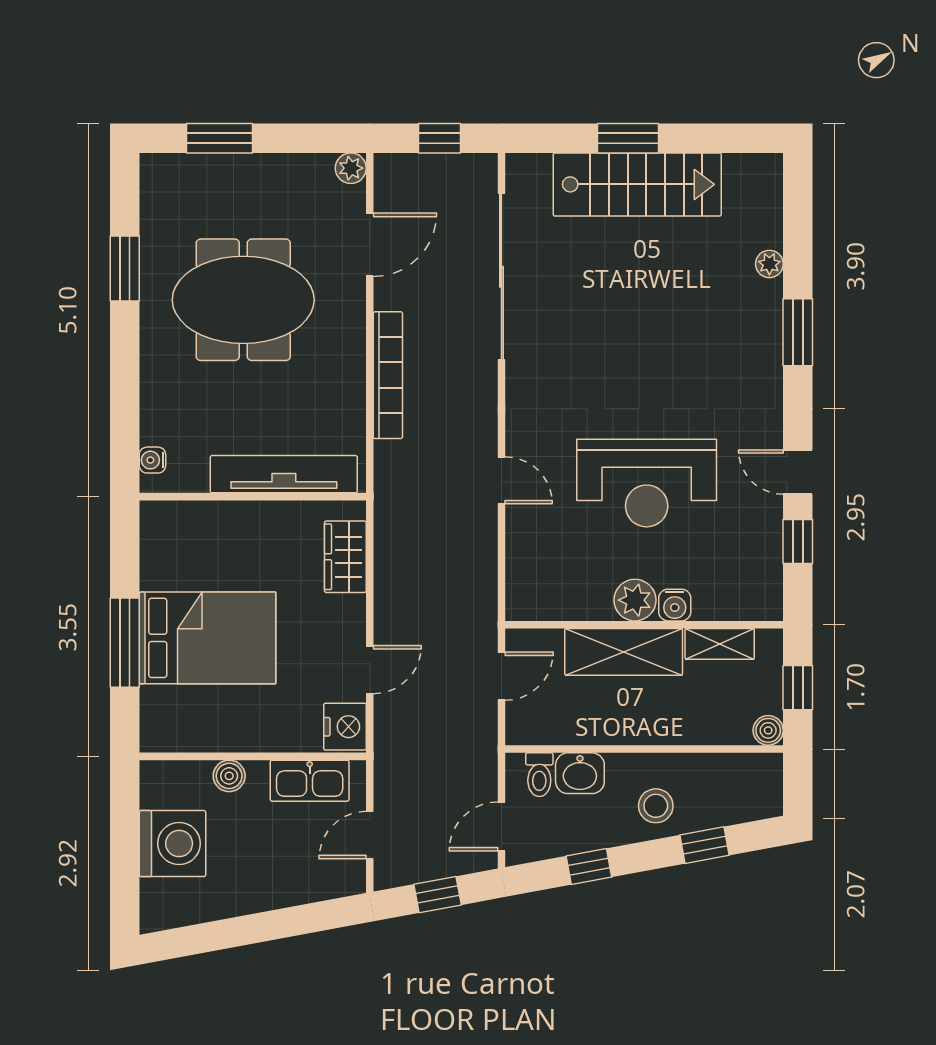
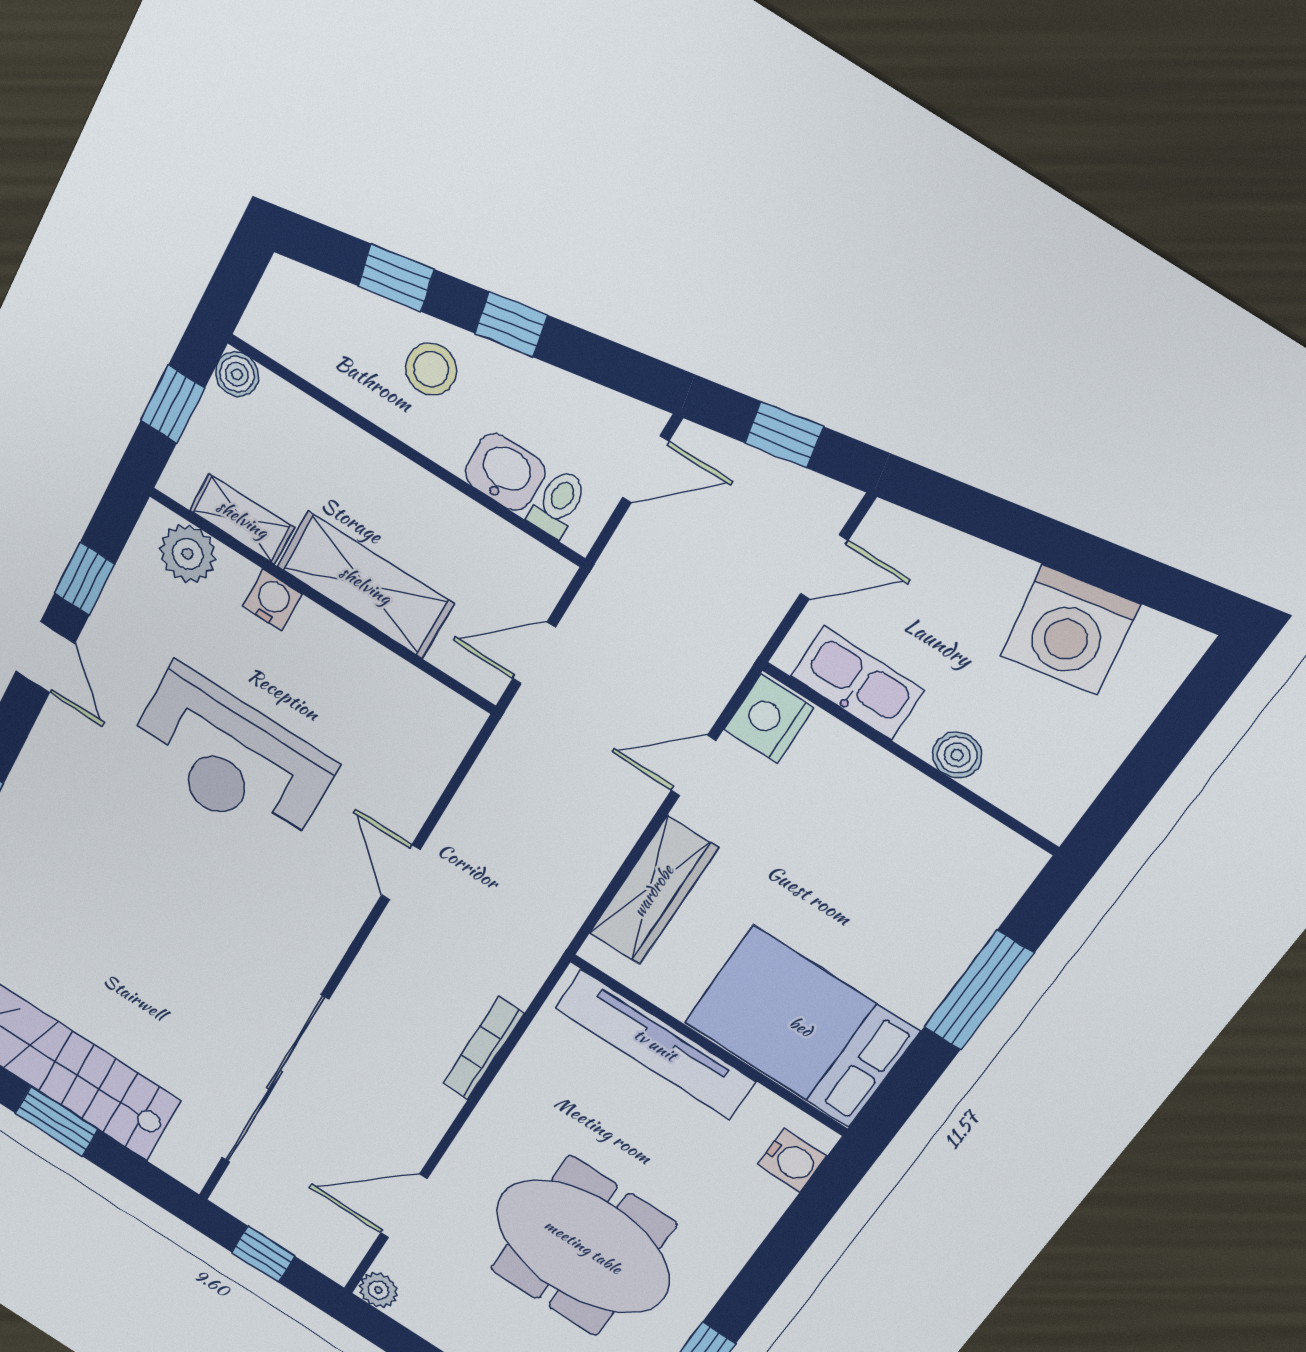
bookcase: (388, 375) -> (483, 1048), width x0.68, depth x0.76
water cooler: (152, 460) -> (792, 1160), width x1.38, depth x1.38
reception desk: (647, 483) -> (230, 759), turned 180
wardrobe: (345, 557) -> (653, 891), width x1.50
plant: (635, 600) -> (188, 554), moved
bed: (207, 638) -> (801, 1027), moved
washing machine: (172, 844) -> (1070, 630), moved, turned -100
window: (589, 867) -> (511, 324), moved

